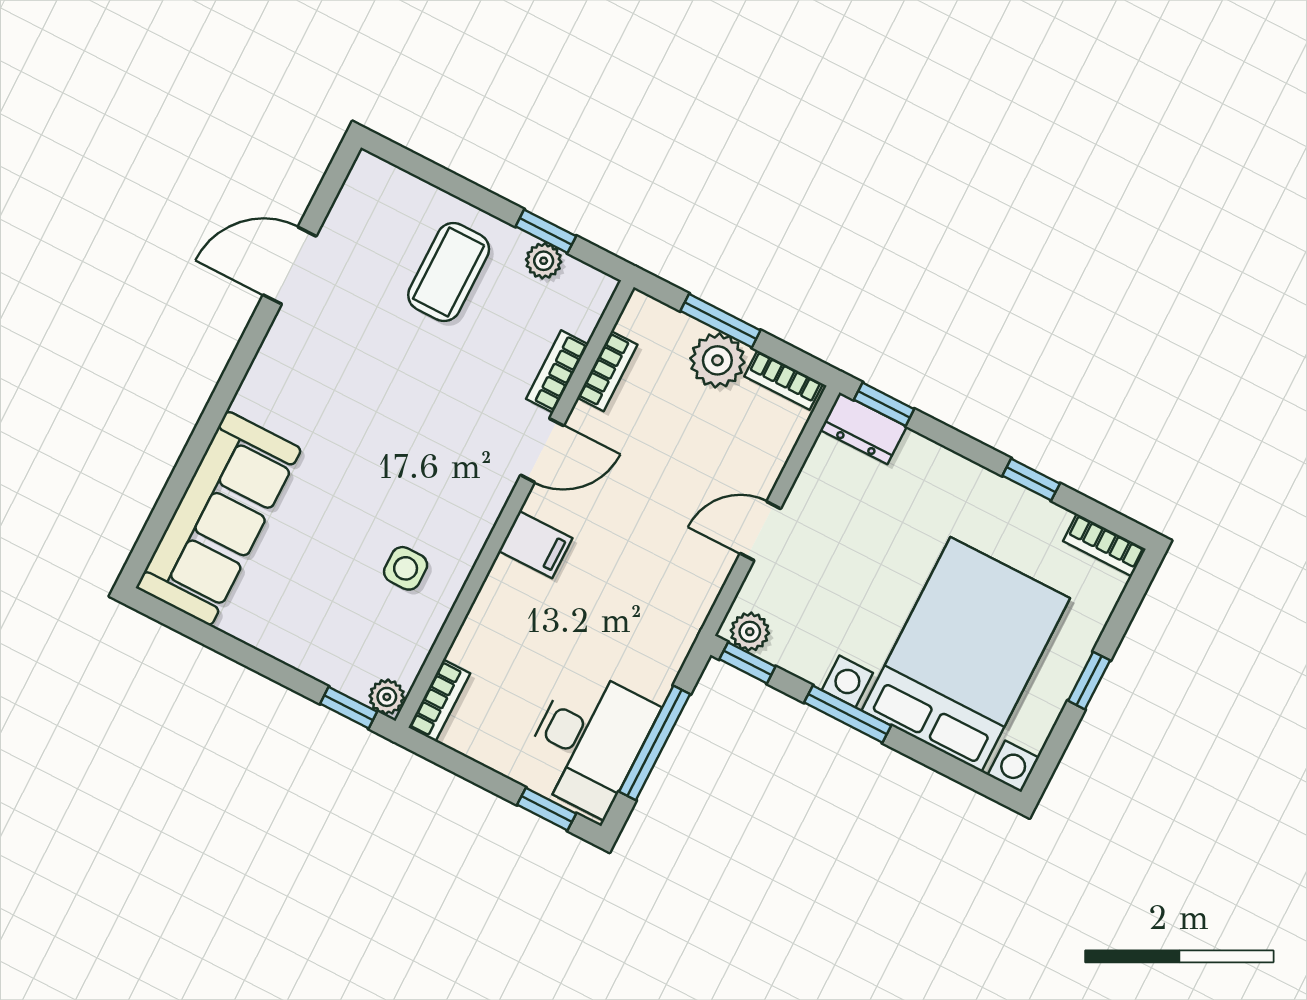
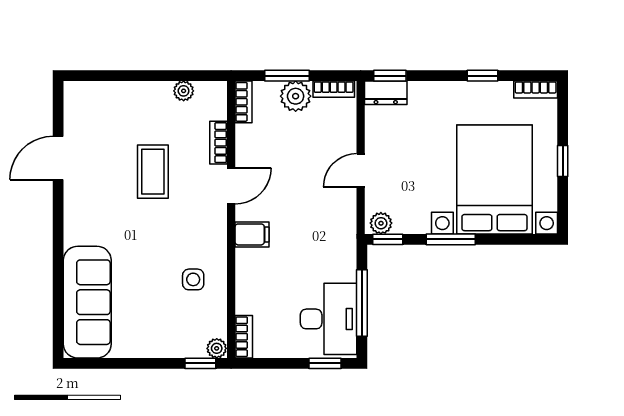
window: (546, 231) -> (177, 76), removed
coffee table: (449, 272) -> (153, 172), moved
bookcase: (607, 371) -> (244, 102), moved

